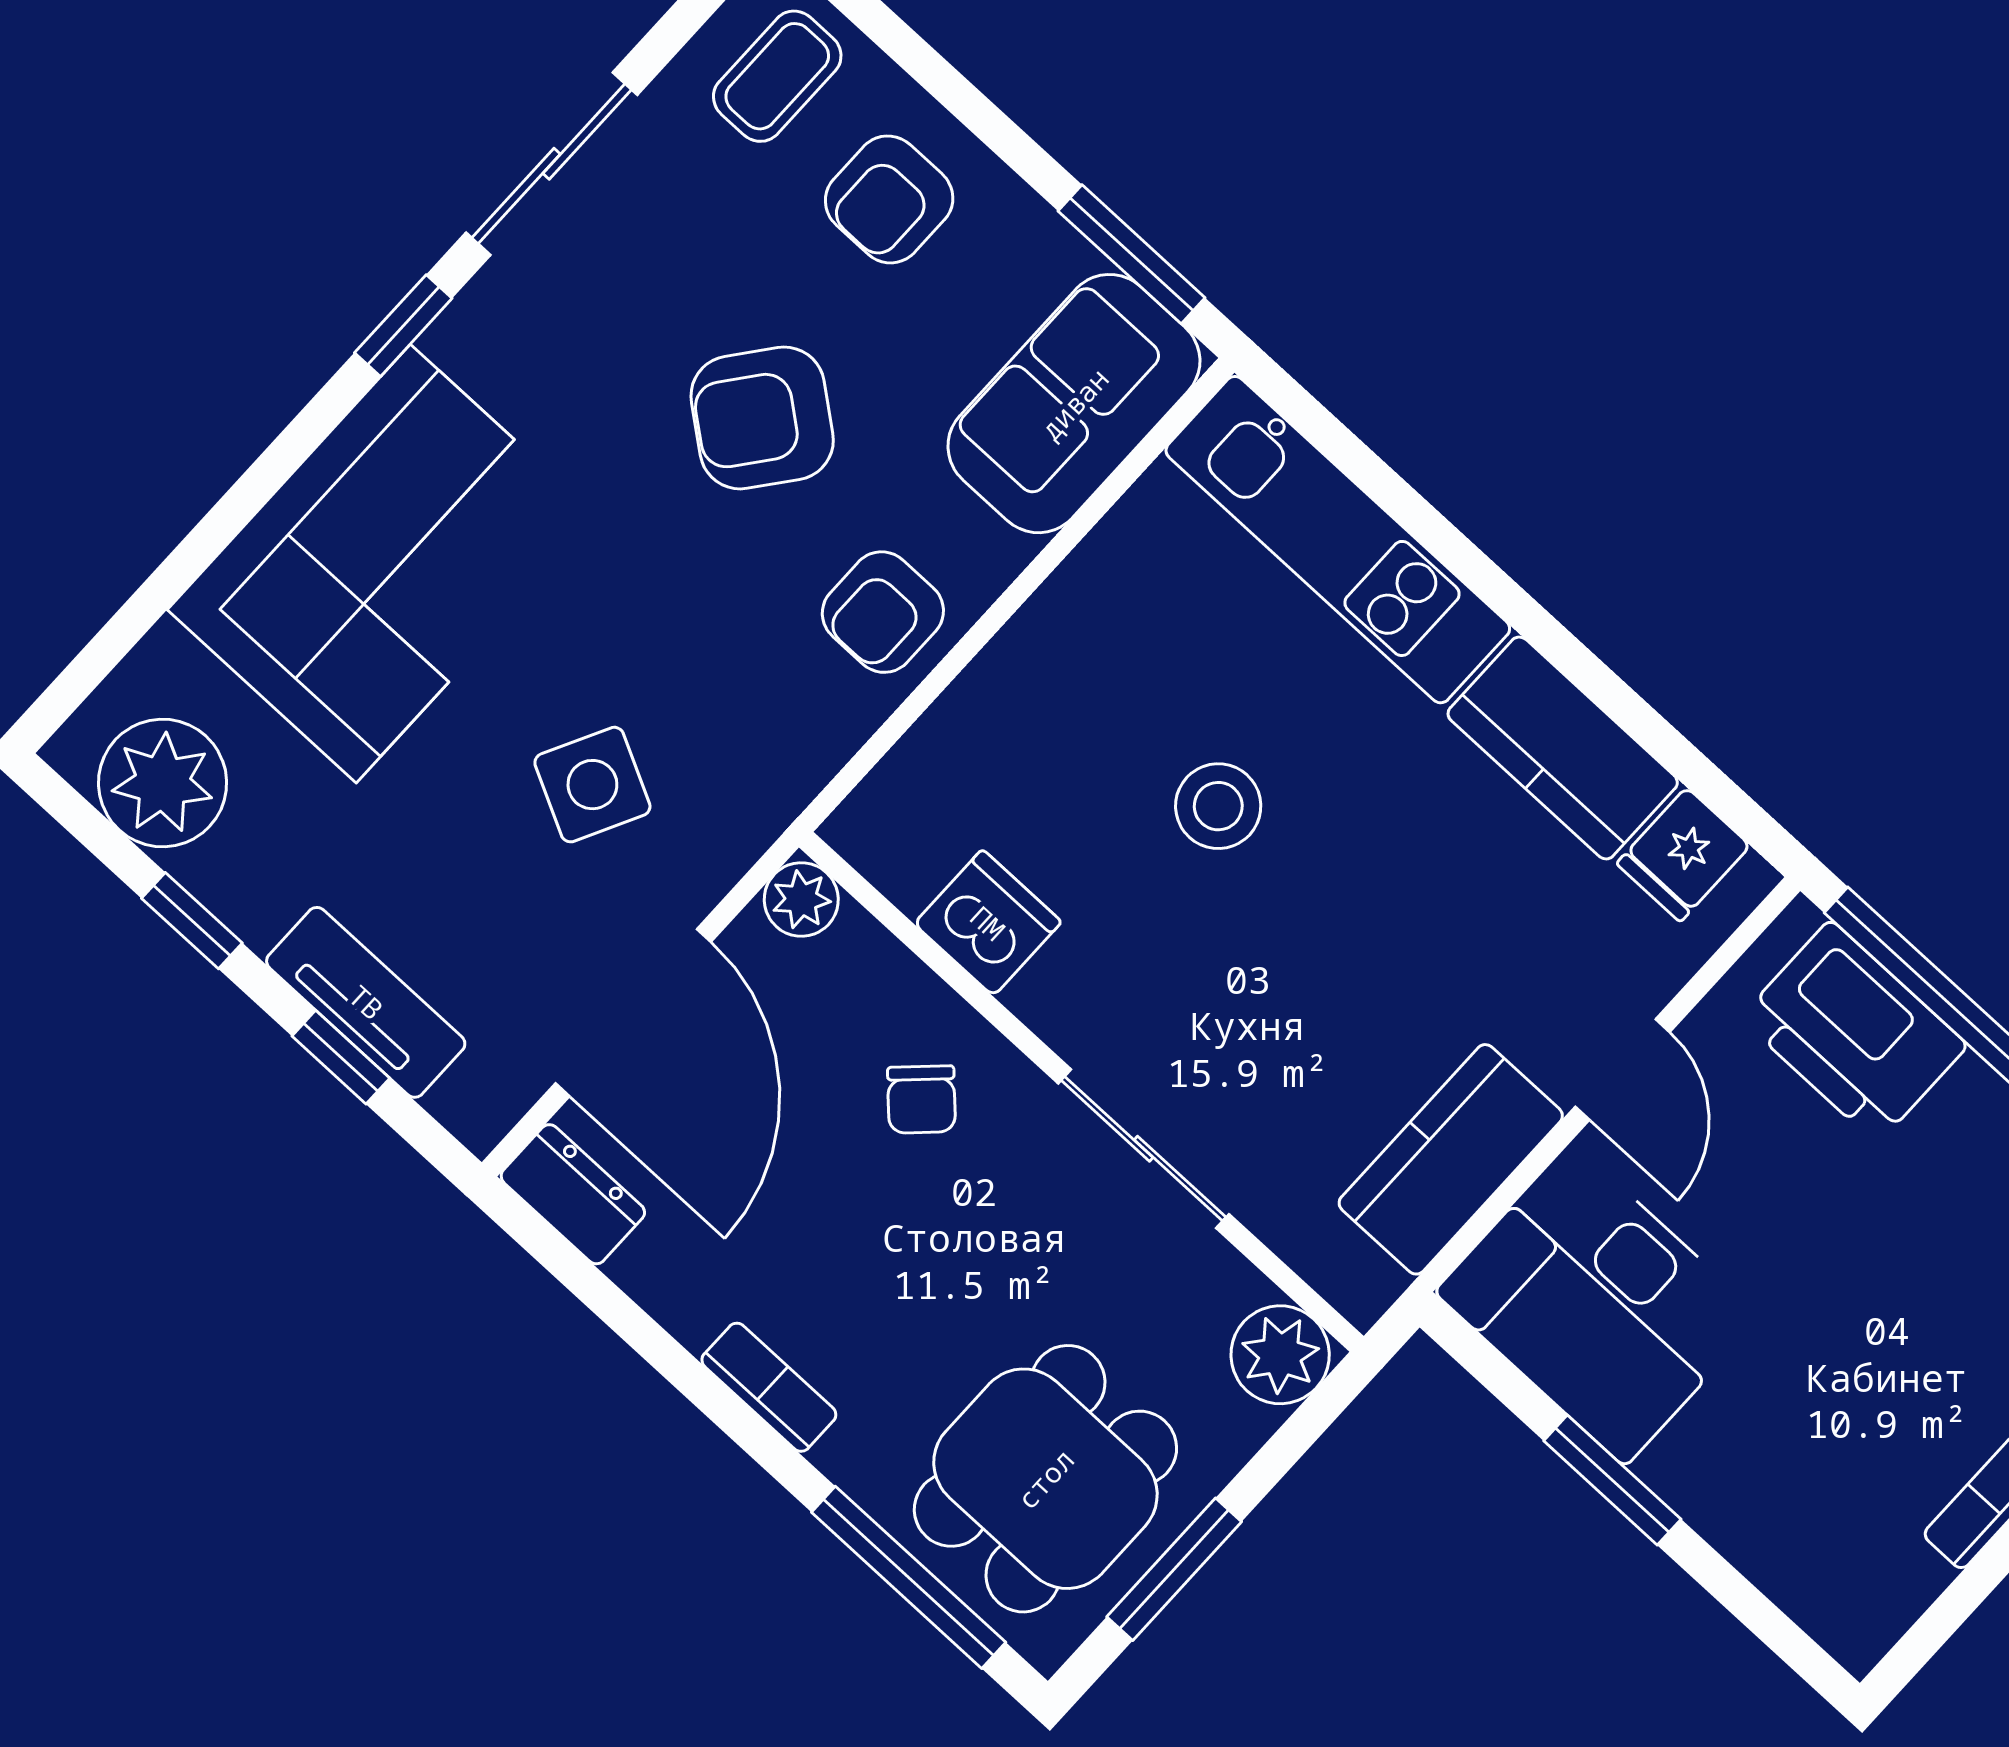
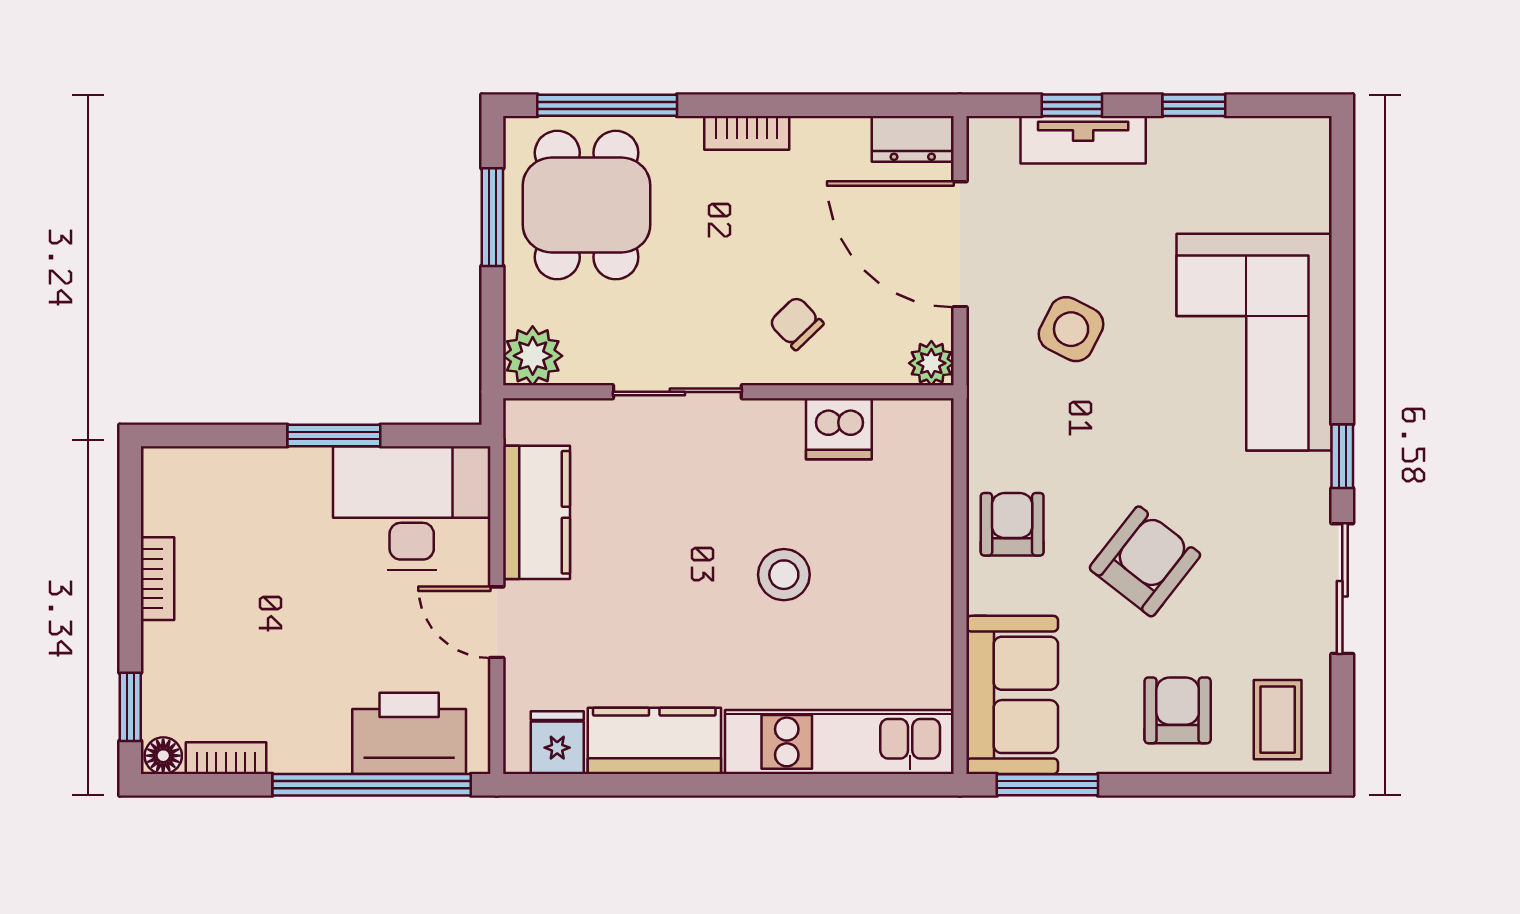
plant: (163, 783) -> (1263, 155), removed

